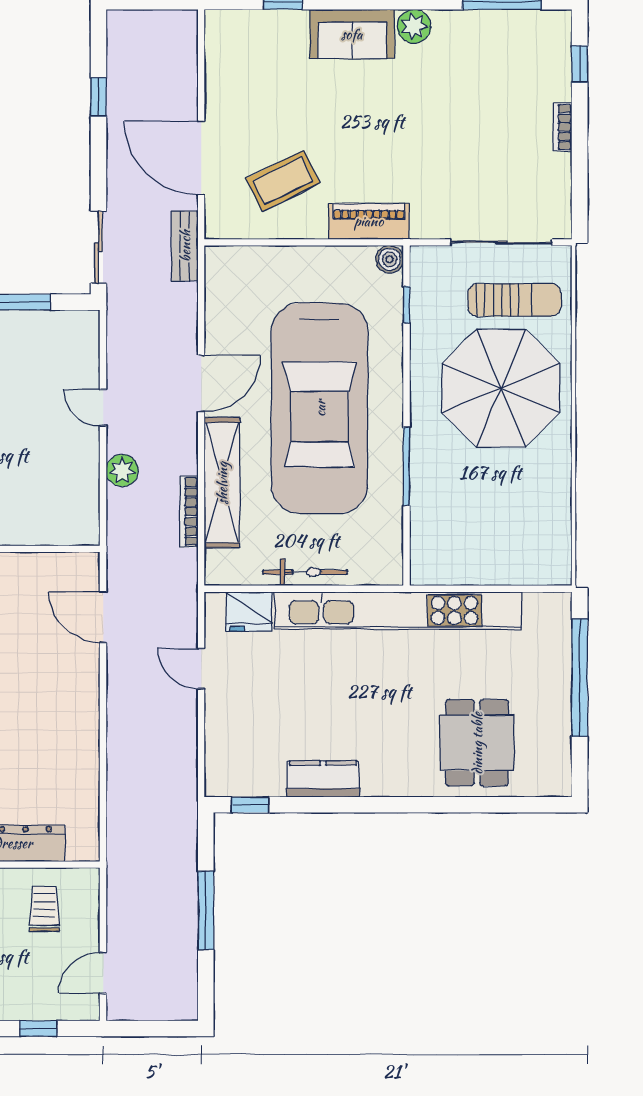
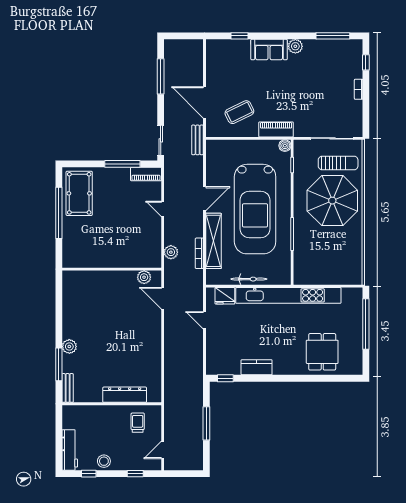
window: (98, 97) -> (161, 76), width x2.17
piano: (64, 326) -> (146, 174), added
plant: (122, 470) -> (171, 252), moved
plant: (59, 568) -> (144, 277), added

